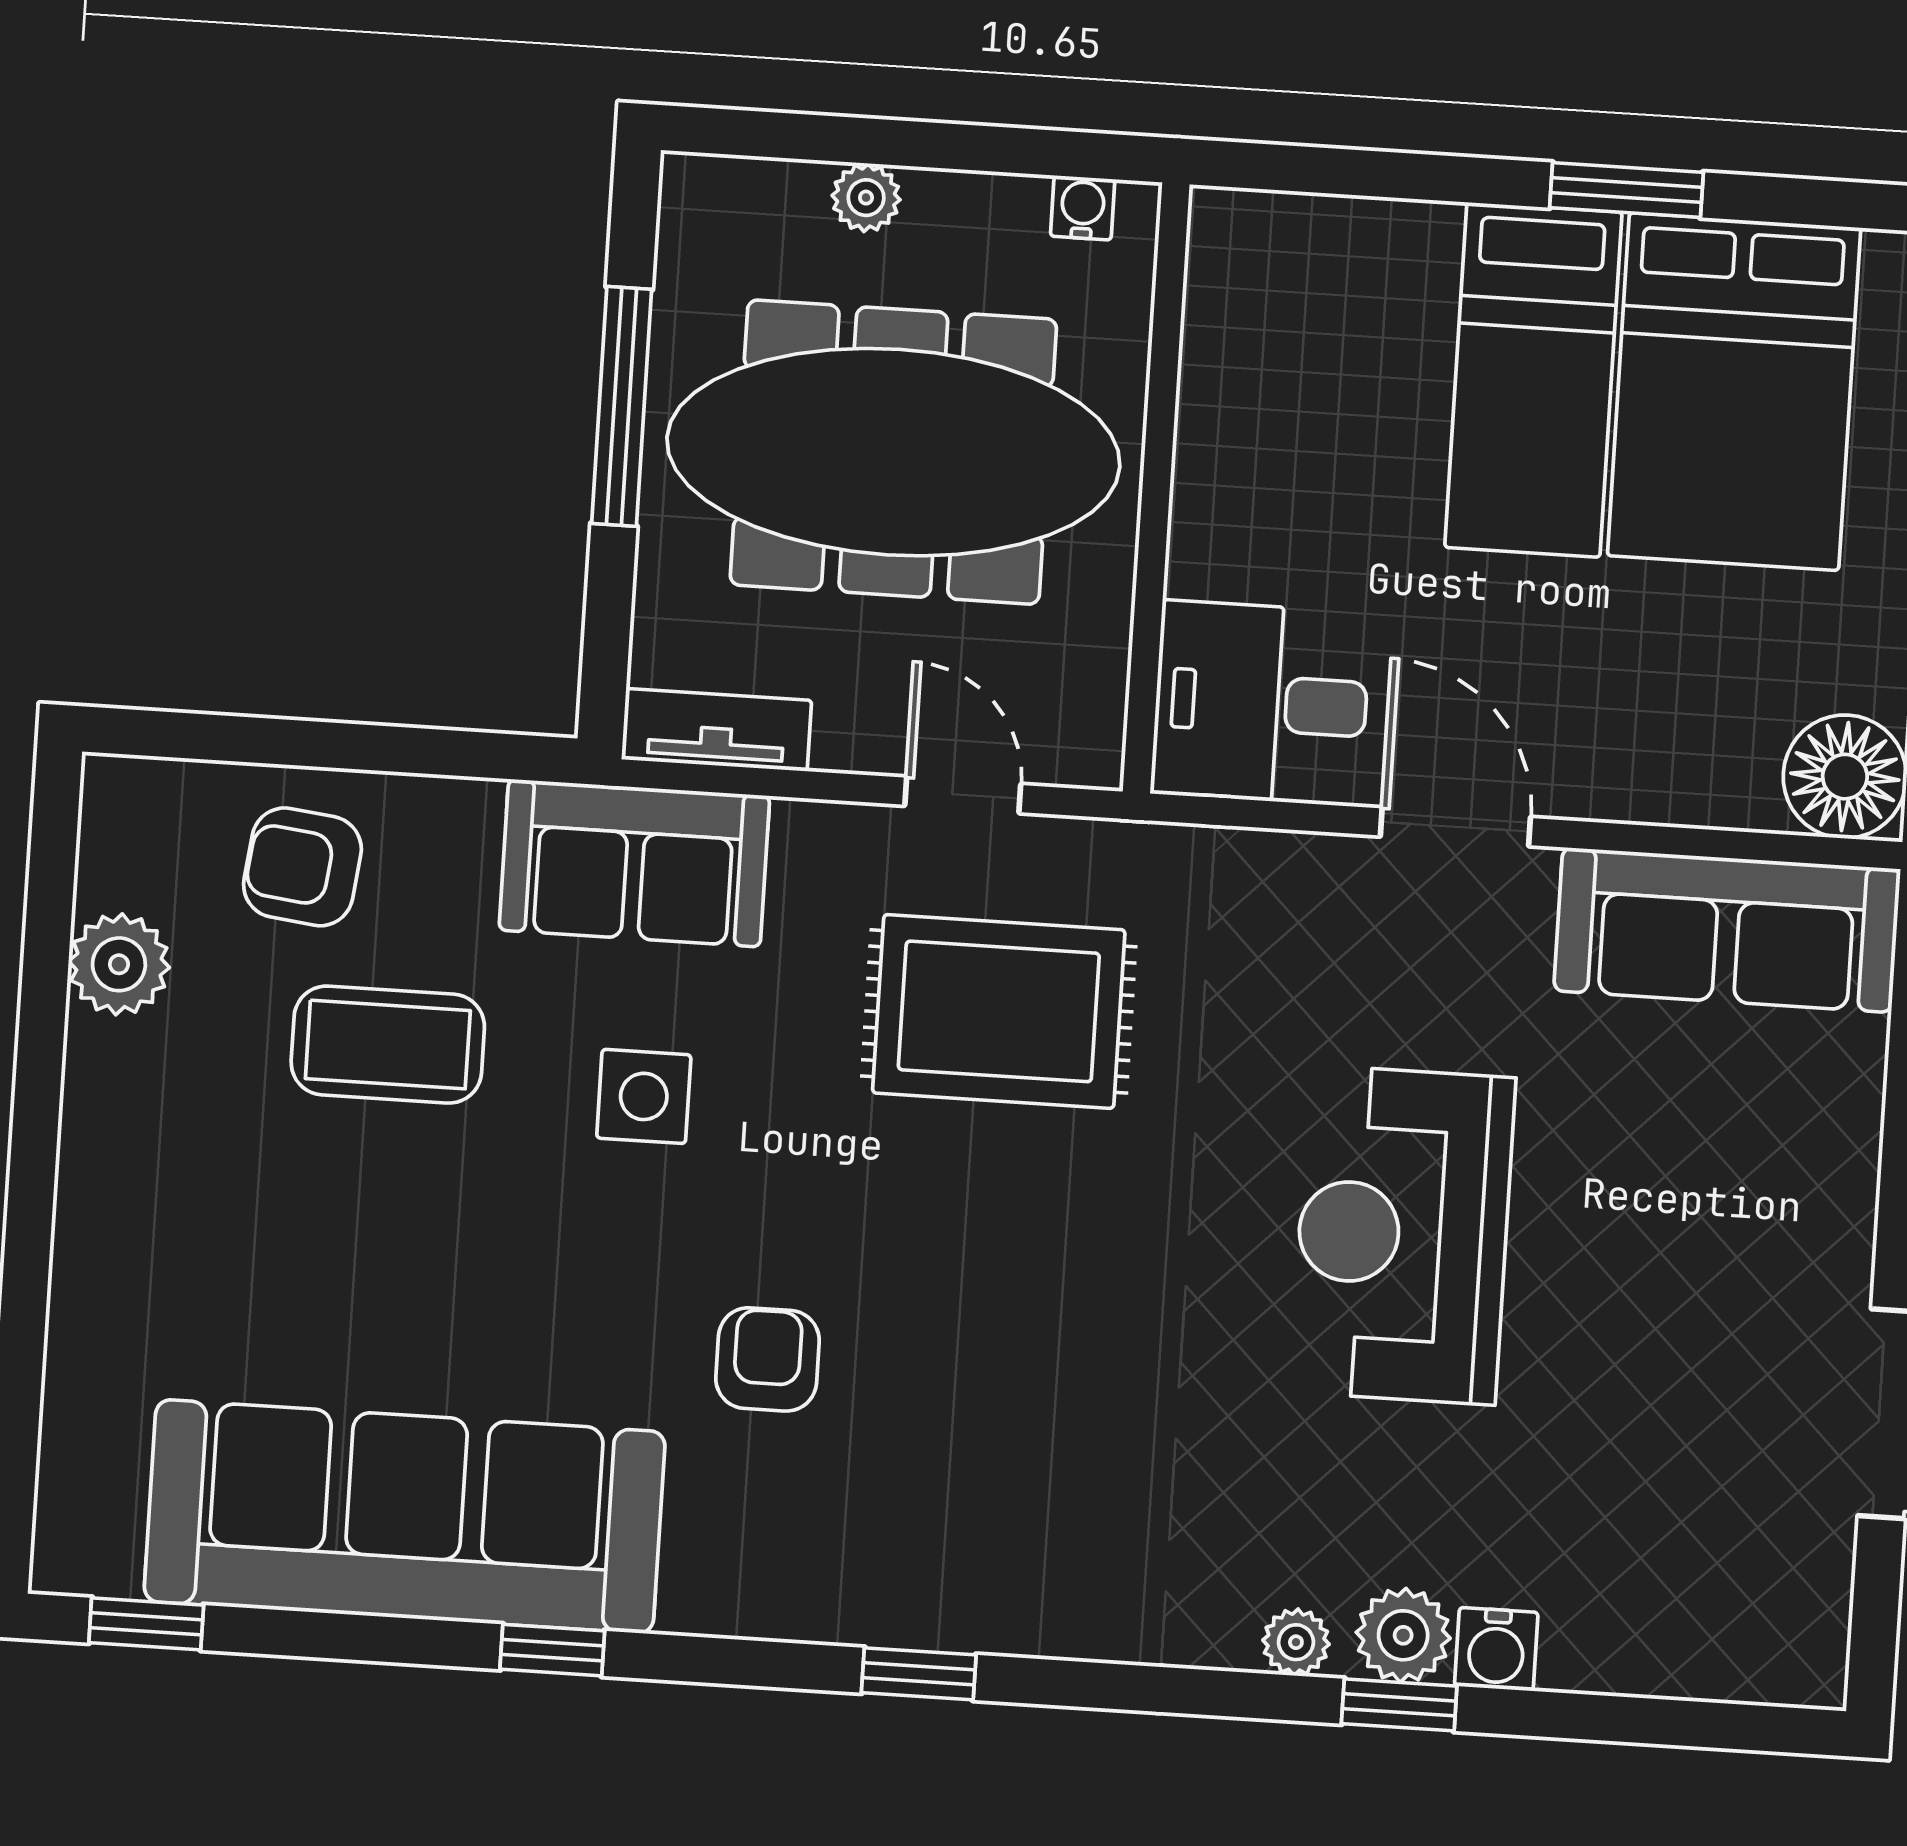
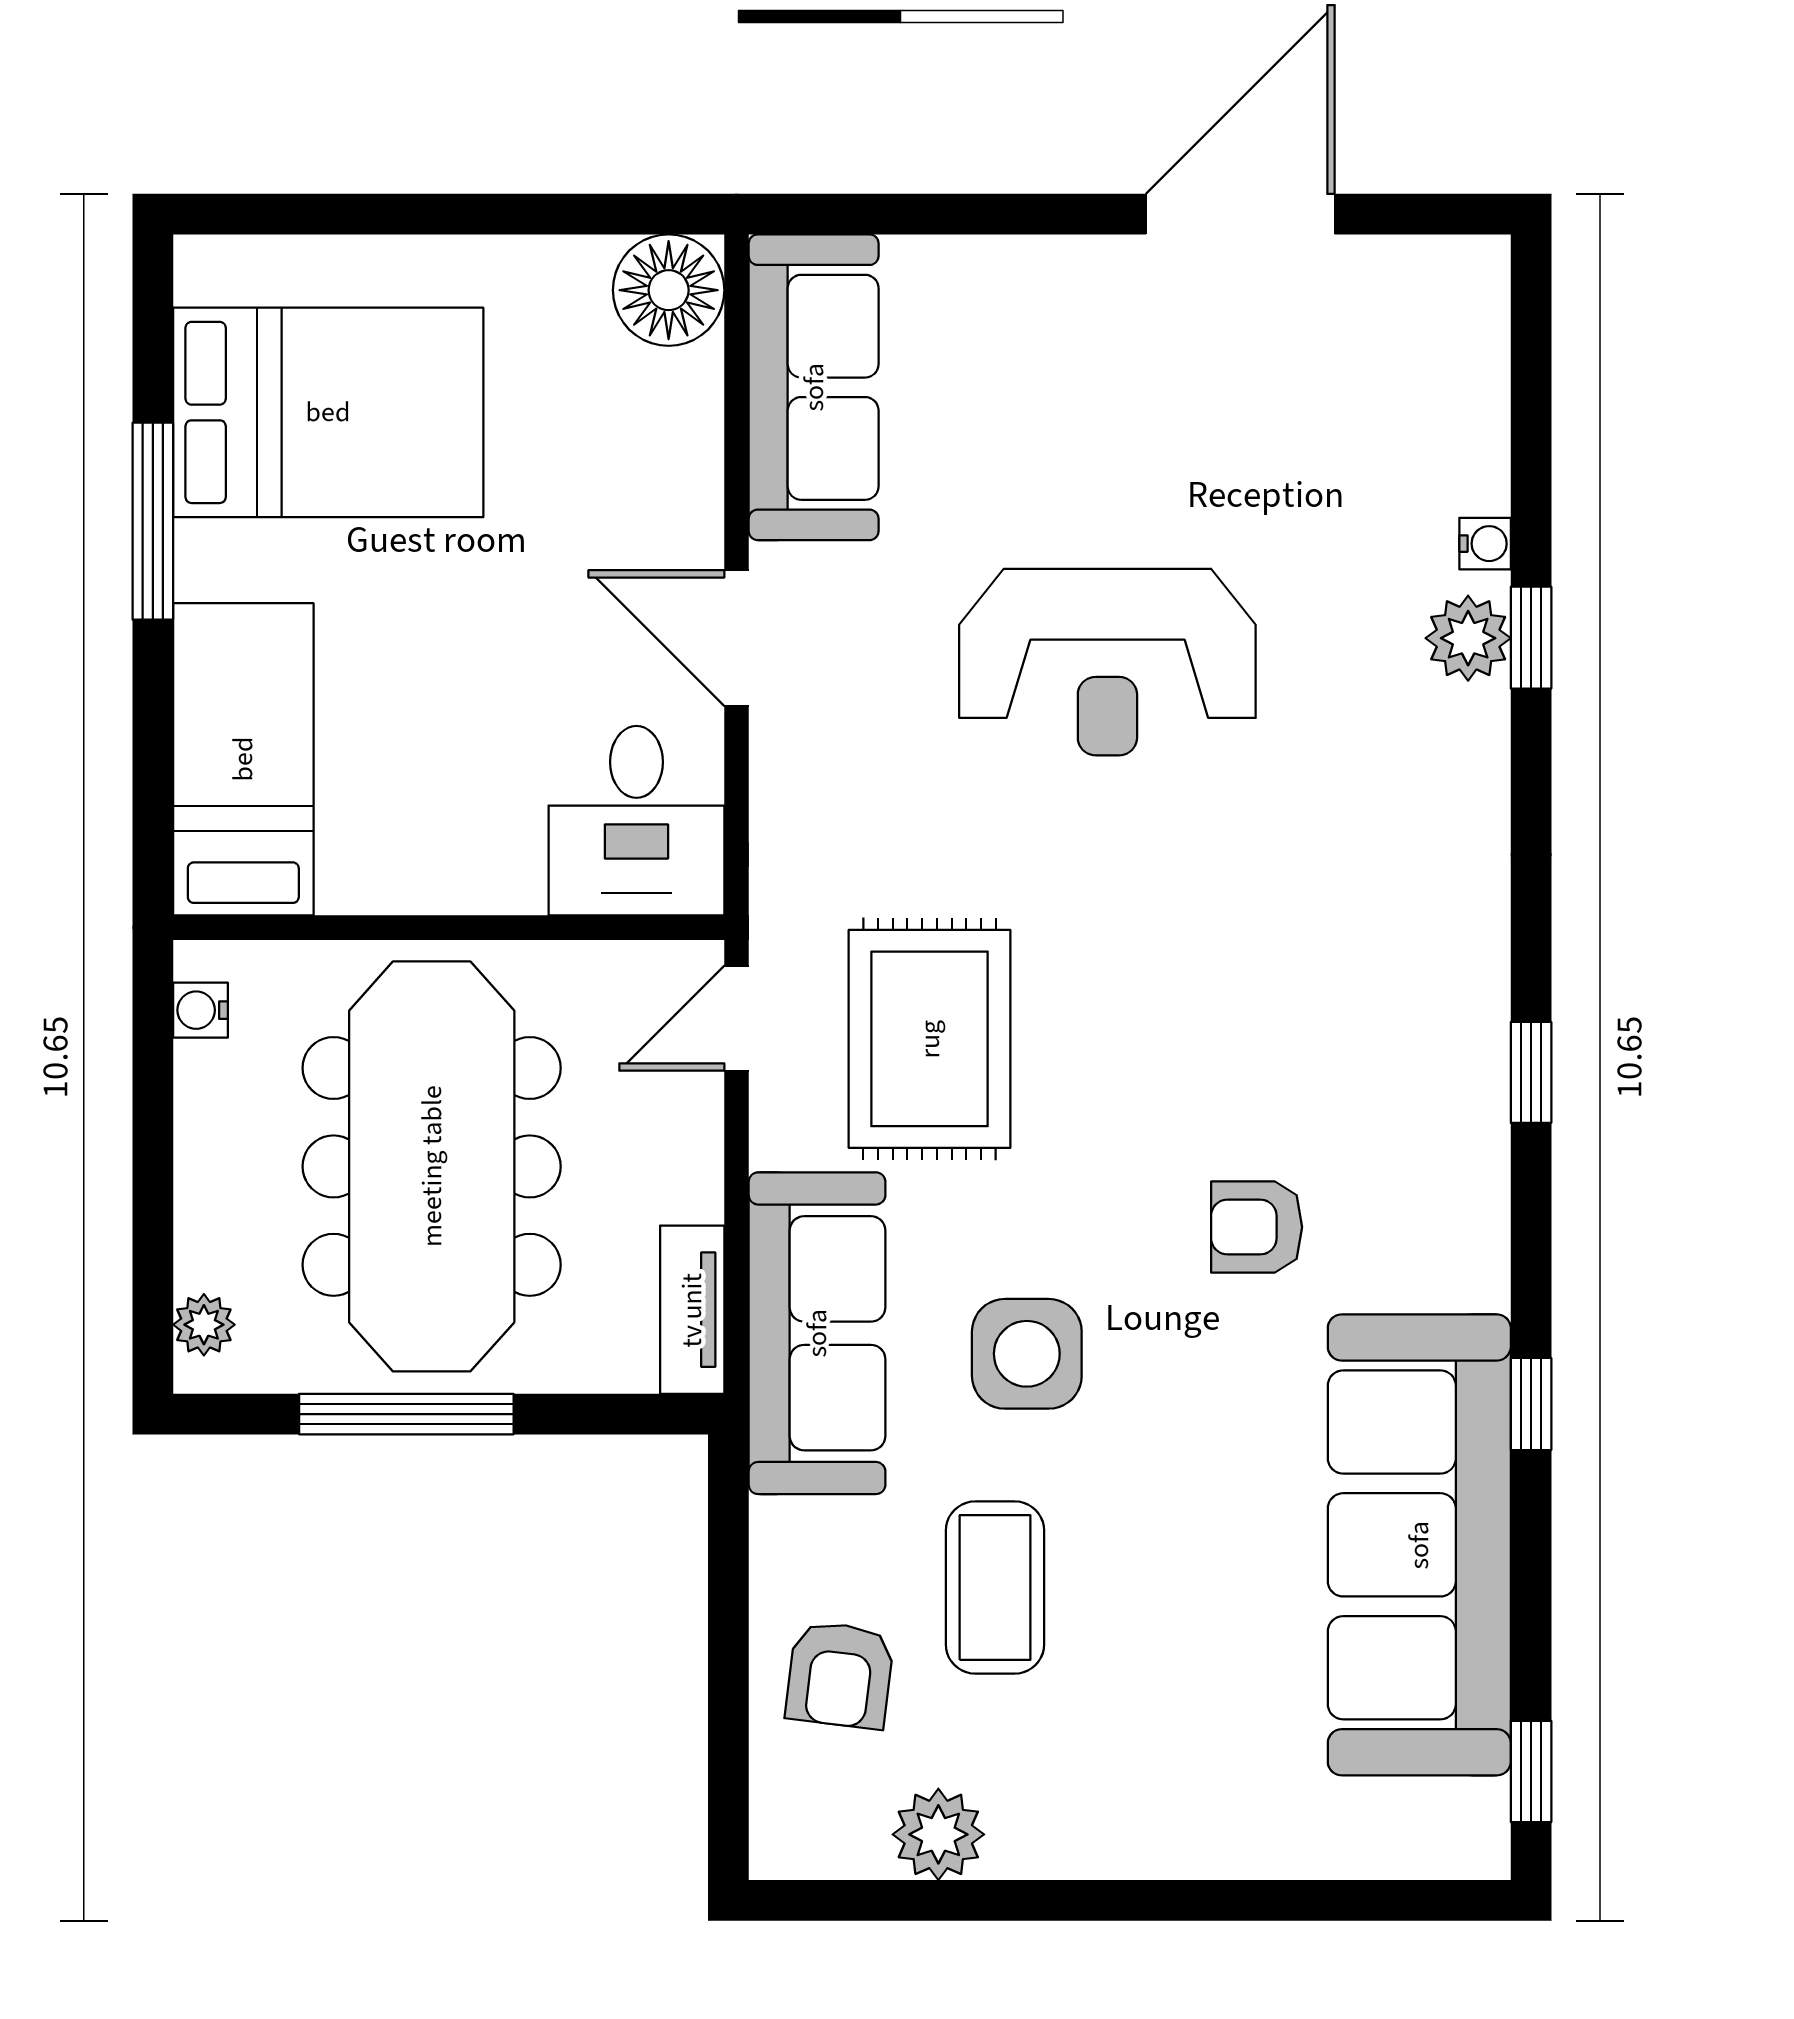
window: (1626, 190) -> (153, 521), width x1.44
plant: (866, 198) -> (204, 1325), moved
bed: (1533, 380) -> (243, 759), moved, turned -90
door: (963, 795) -> (737, 1018), moved
door: (1455, 827) -> (737, 638), hinge flipped
sofa: (634, 863) -> (817, 1333), width x1.36
side table: (644, 1096) -> (1027, 1354), width x1.37, depth x1.37
plant: (1296, 1642) -> (1481, 734), removed
water cooler: (1496, 1649) -> (1485, 544), width x0.72, depth x0.72

